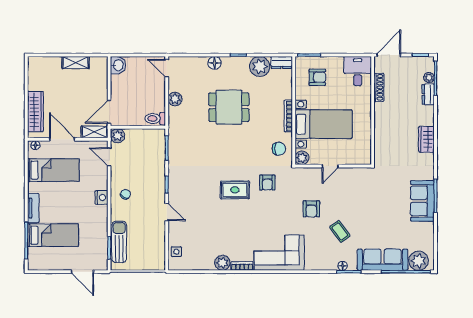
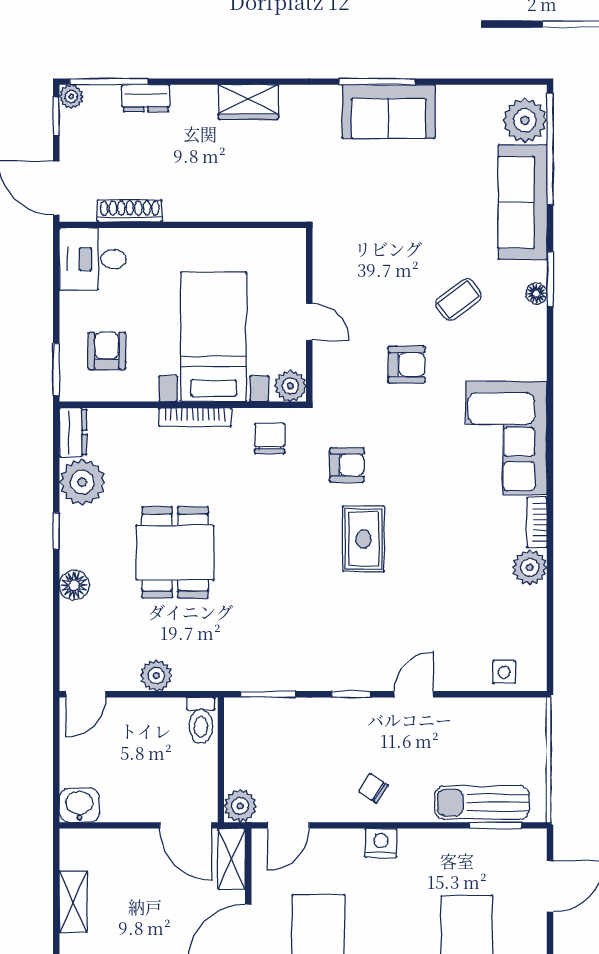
plant: (429, 78) -> (71, 96), moved

